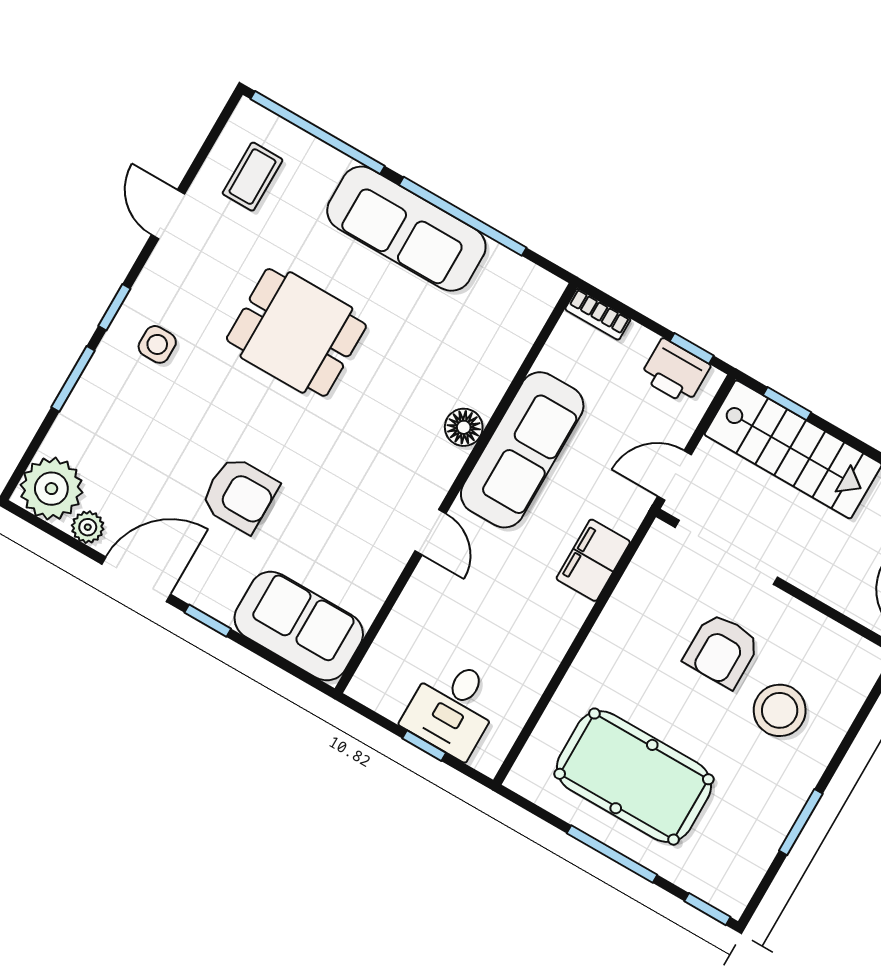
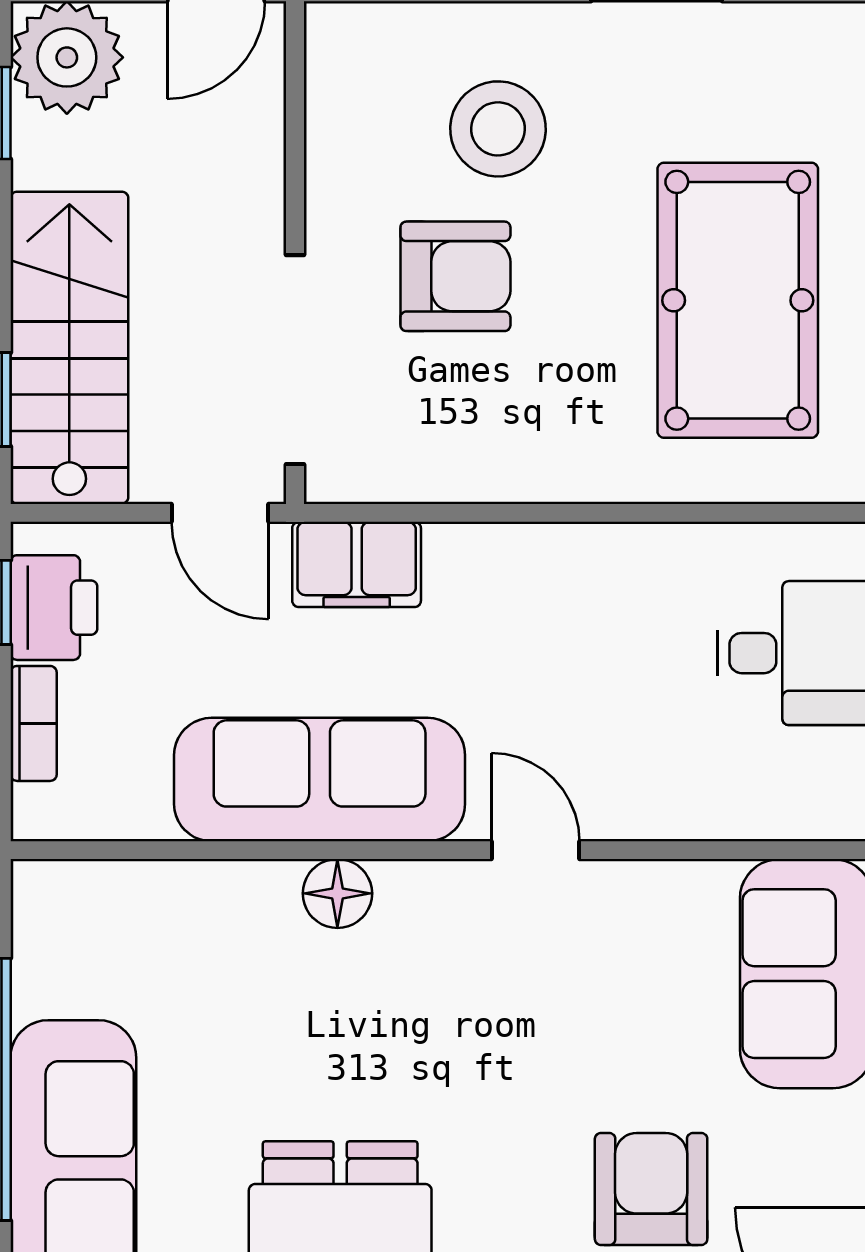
bookcase: (598, 314) -> (34, 723), moved
door: (430, 532) -> (536, 850), hinge flipped
filing cabinet: (593, 560) -> (357, 564), moved

